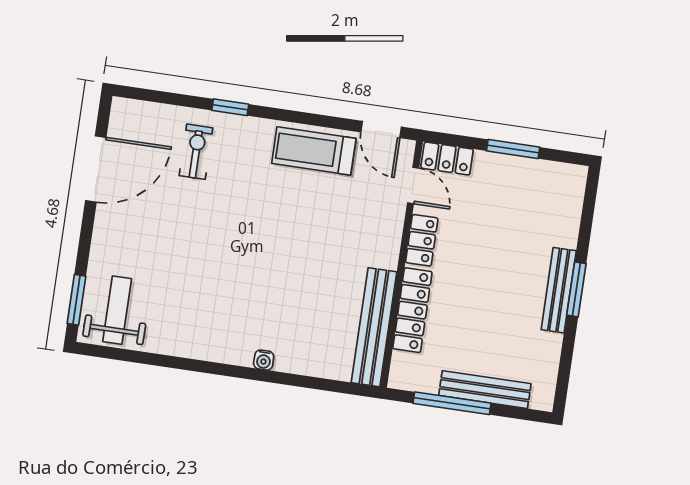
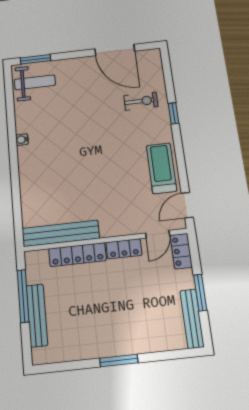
bench: (559, 290) -> (192, 319), moved, turned 90
water cooler: (264, 360) -> (22, 140), moved

